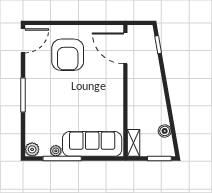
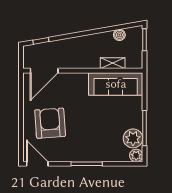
armchair: (68, 55) -> (50, 123), turned -94
shelving: (134, 143) -> (113, 63), moved
sofa: (92, 144) -> (116, 84), moved, turned -90
plant: (56, 151) -> (133, 138), width x1.88, depth x1.88

